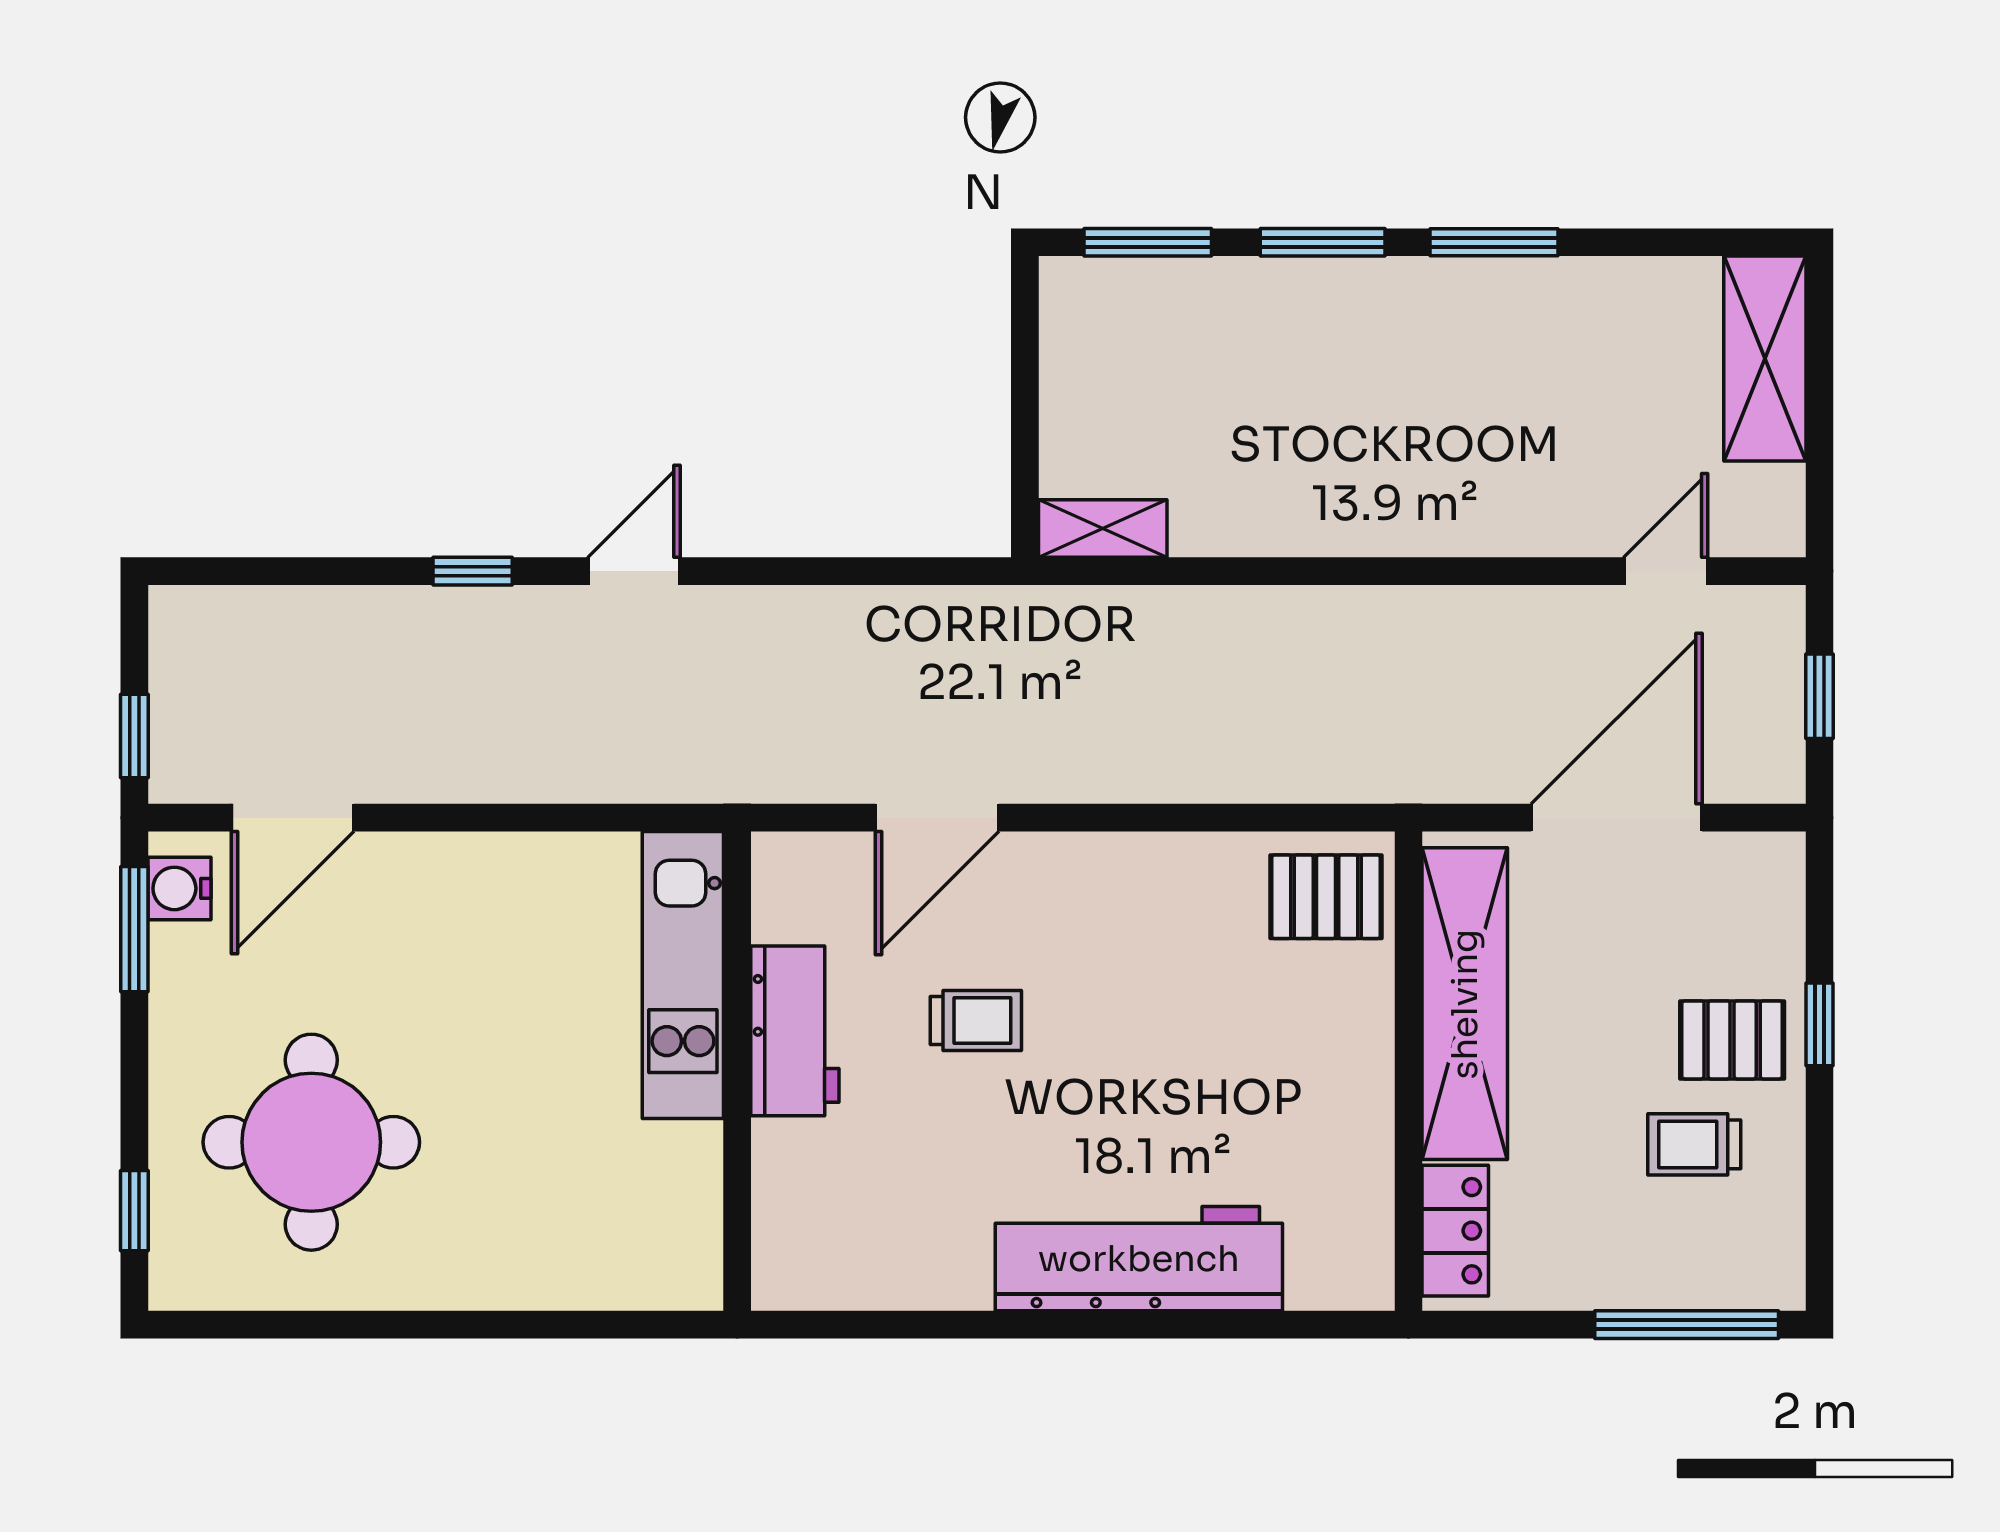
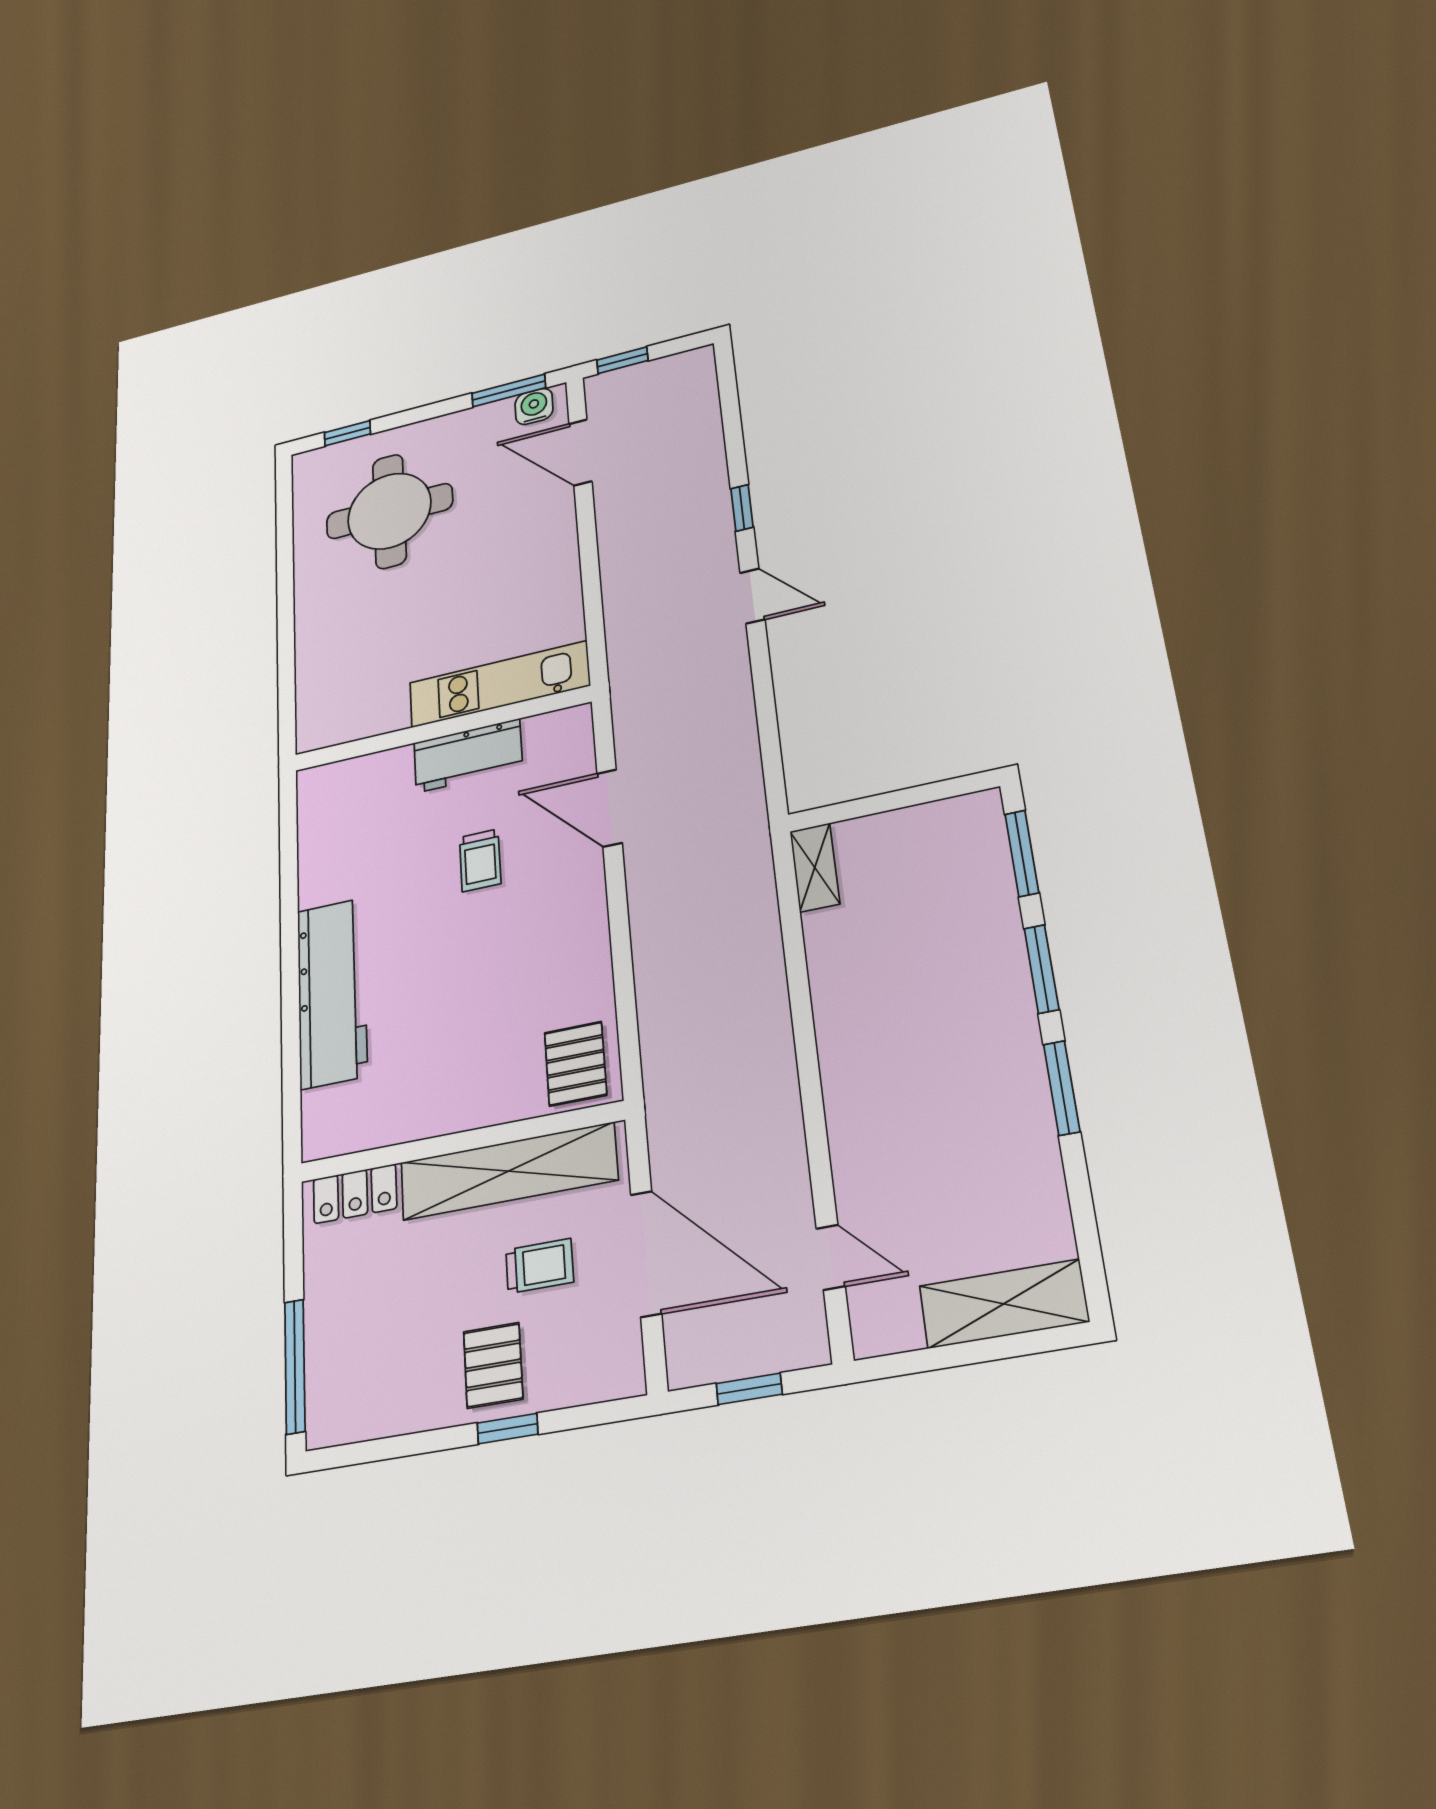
trolley: (1694, 1144) -> (540, 1266), moved, turned 90

